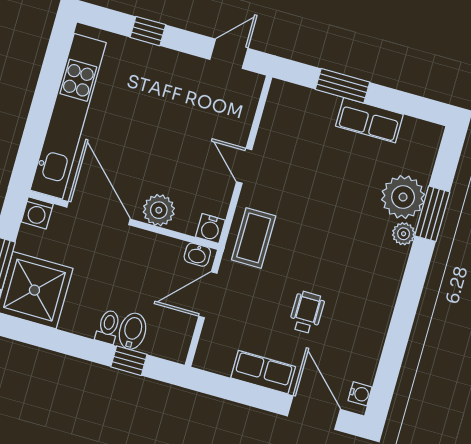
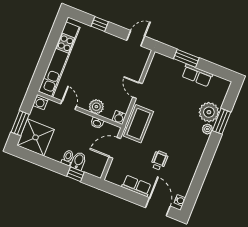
door: (99, 213) -> (69, 105), width x0.53
coffee table: (254, 238) -> (138, 124), width x1.36, depth x1.32
washbasin: (197, 255) -> (97, 123), moved

